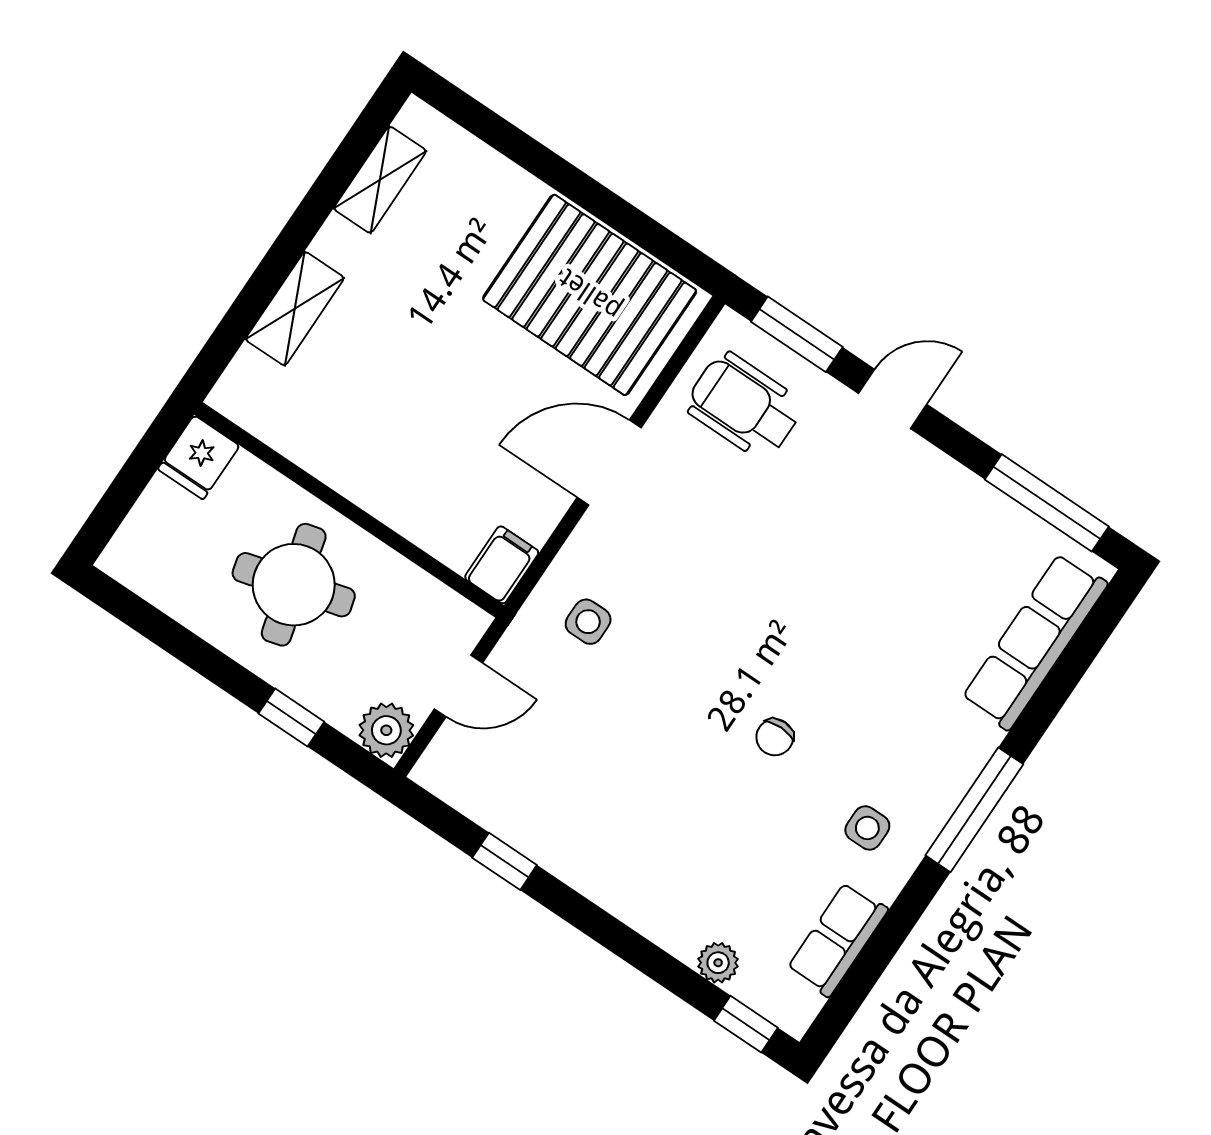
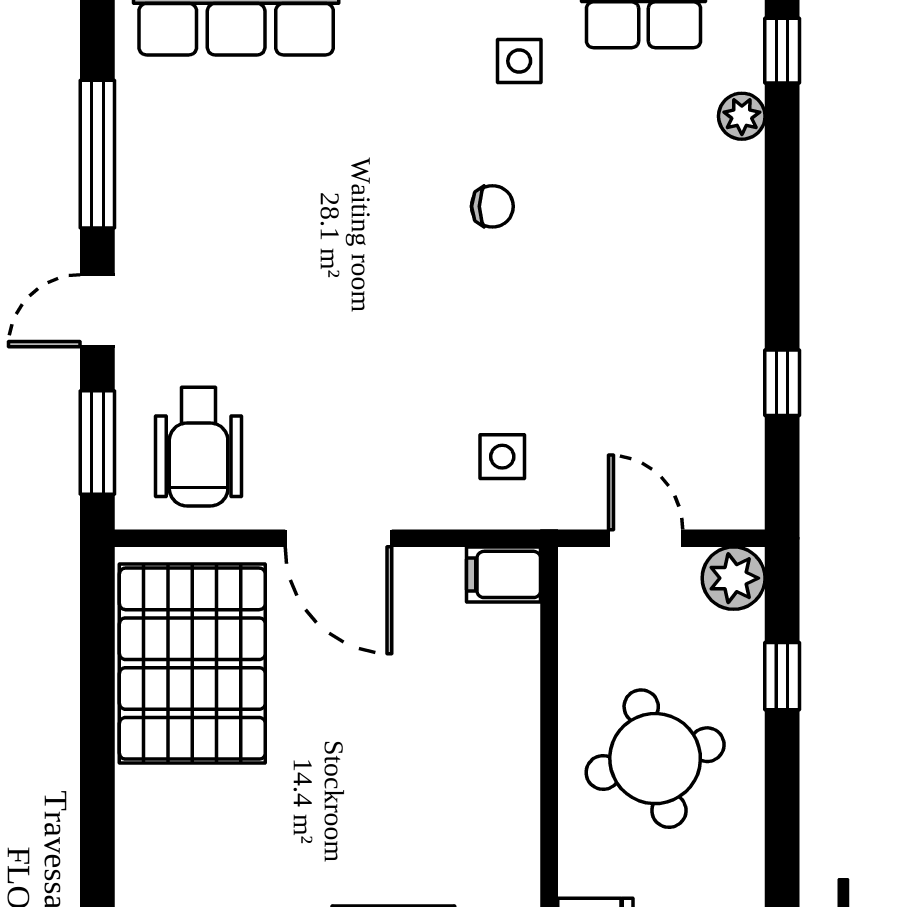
door: (893, 399) -> (97, 311), hinge flipped
window: (1047, 503) -> (97, 154), moved

